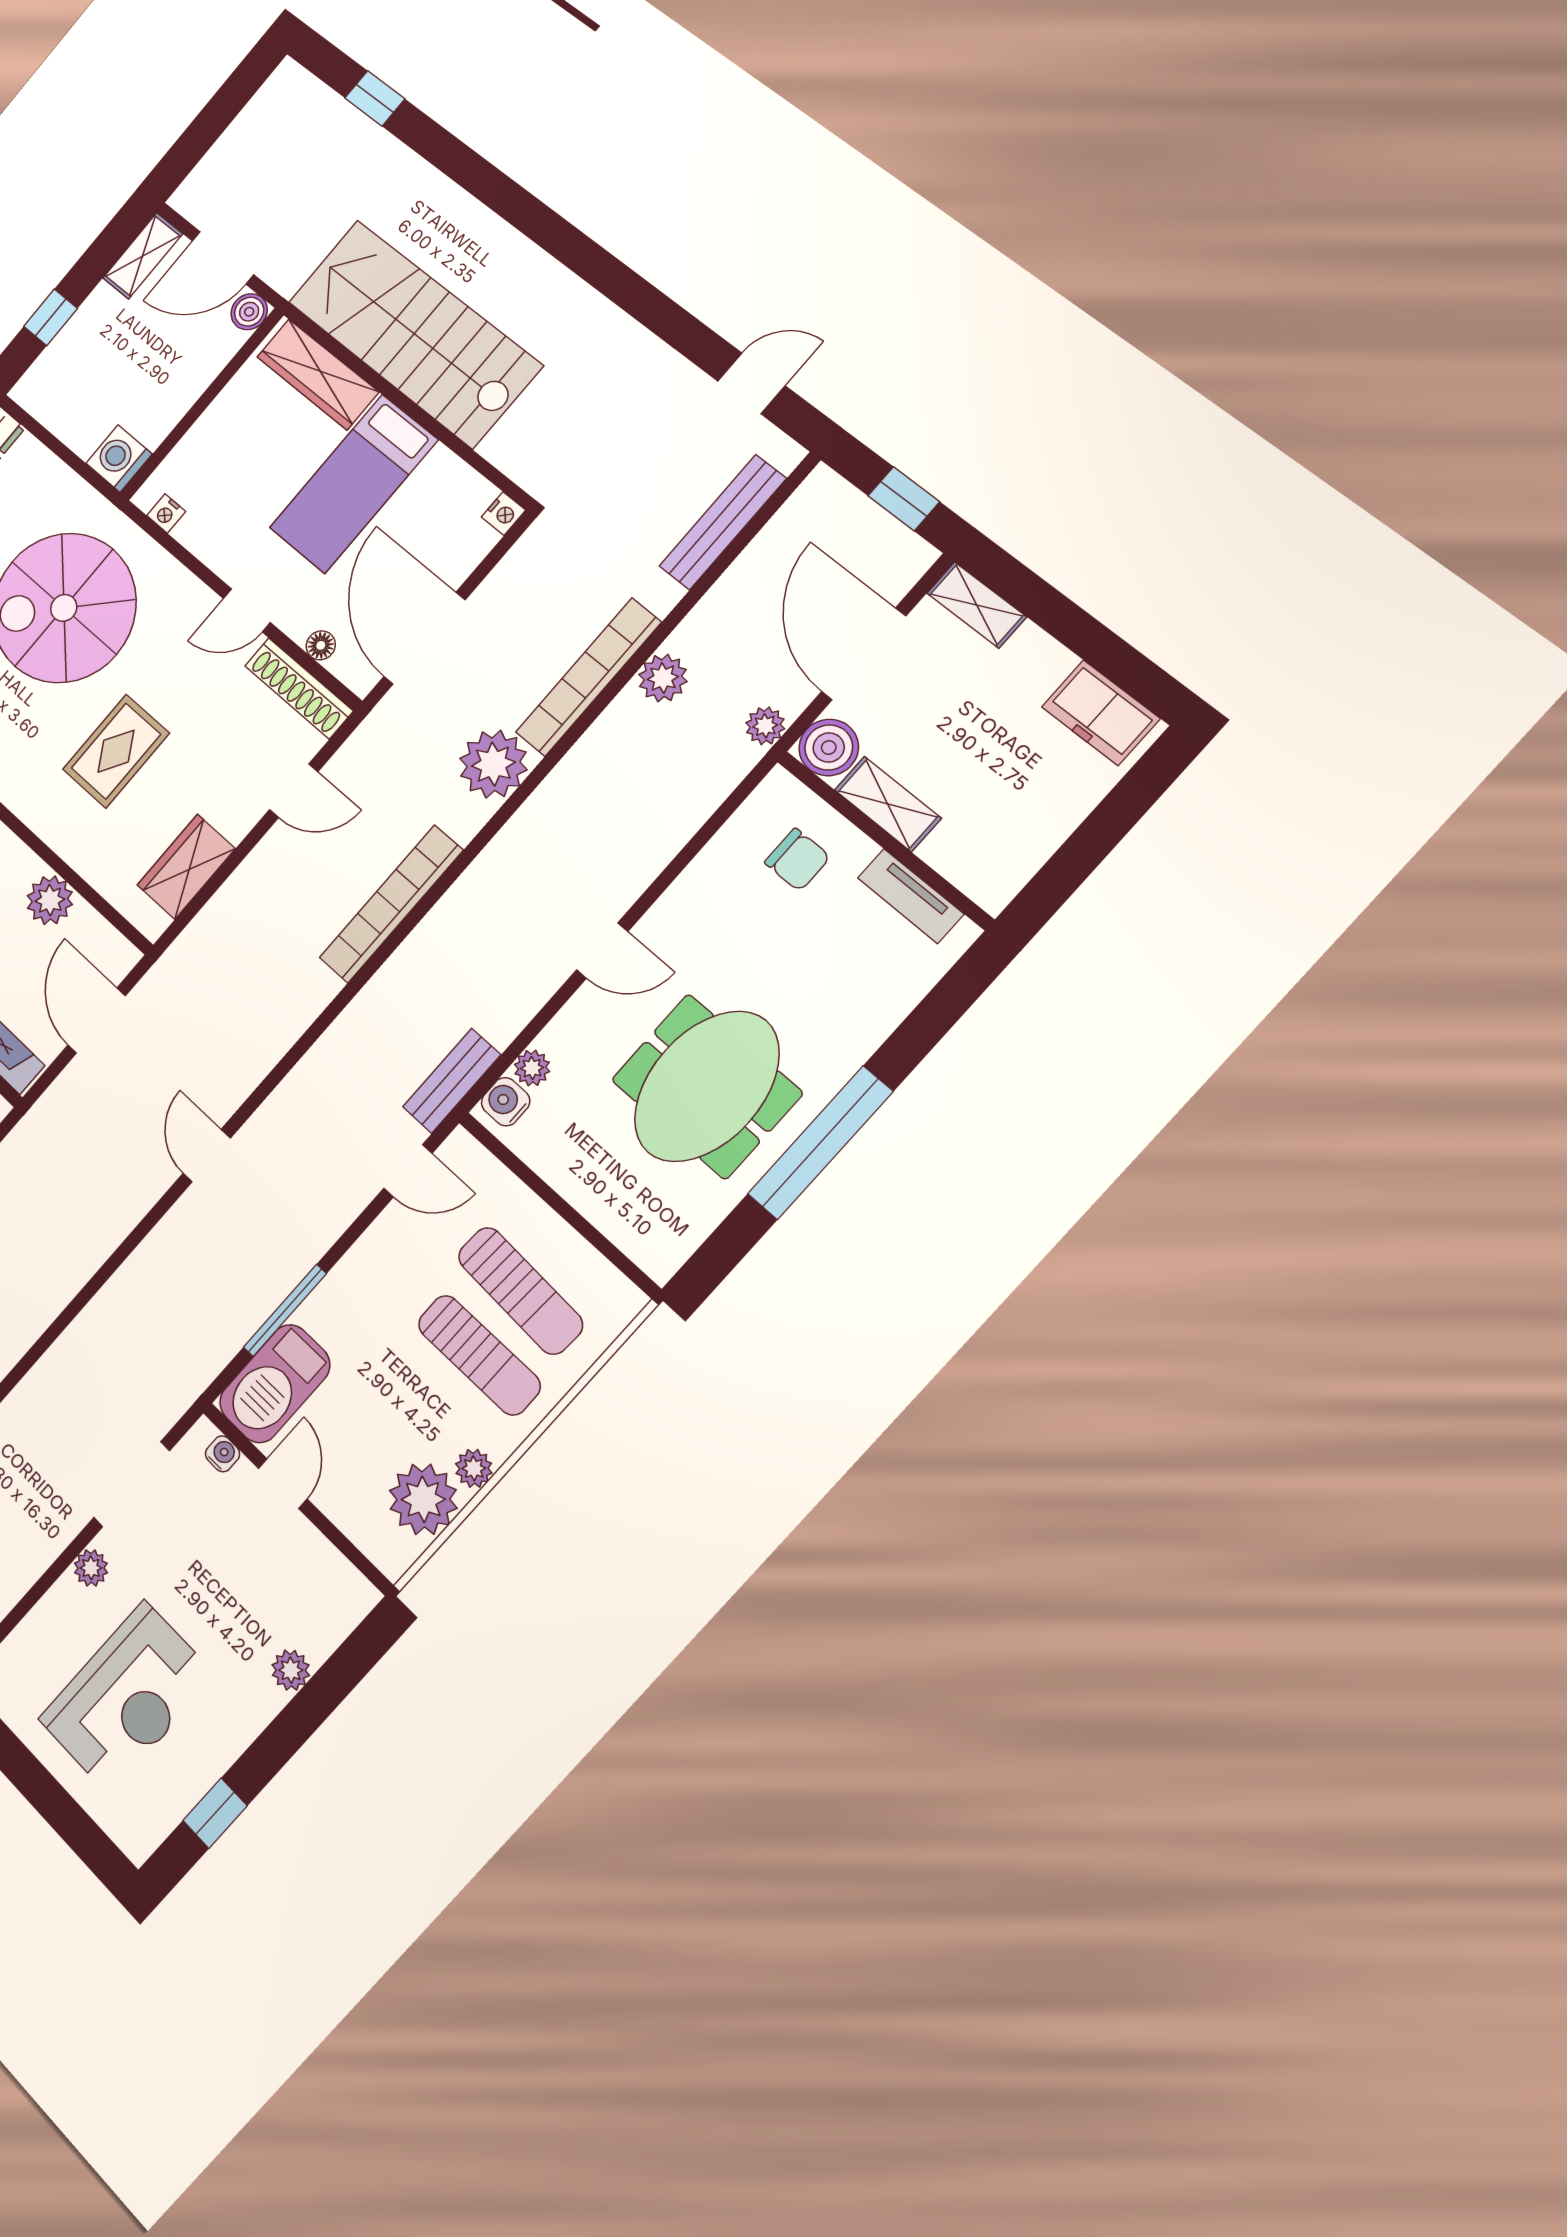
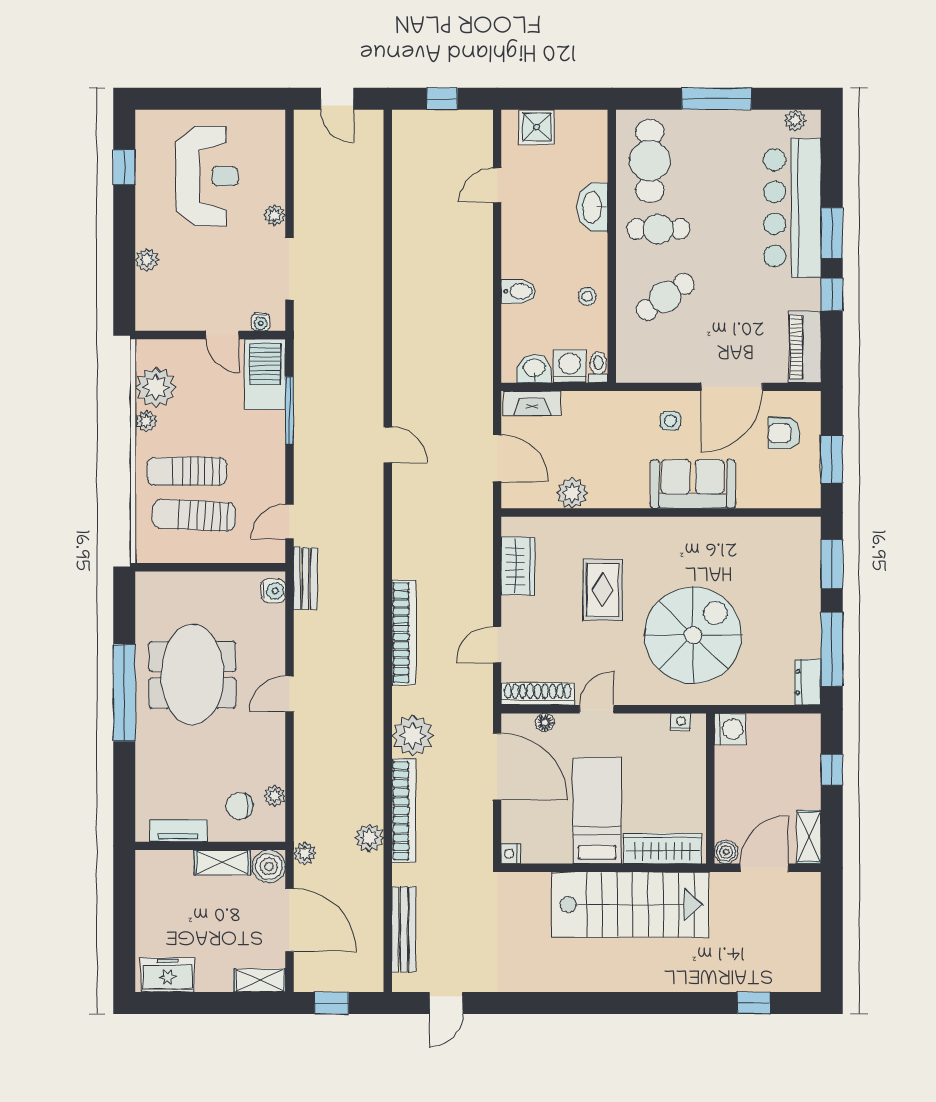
plant: (532, 1068) -> (275, 796), moved
reception desk: (127, 1697) -> (207, 176), turned 180

